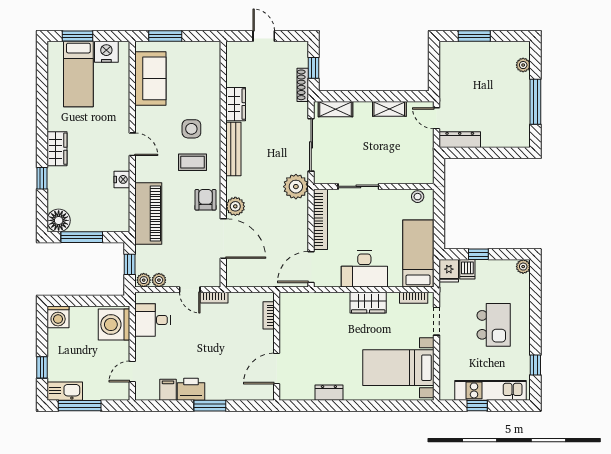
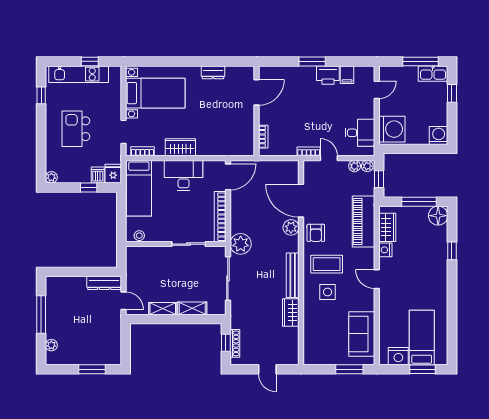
shoe rack: (303, 85) -> (235, 343), moved
shelving: (336, 109) -> (192, 308), moved
wardrobe: (57, 149) -> (387, 227), moved, turned 180
coffee table: (192, 162) -> (327, 264), width x1.36, depth x1.30

